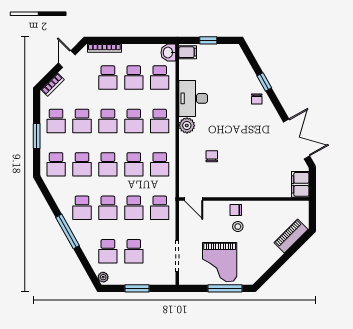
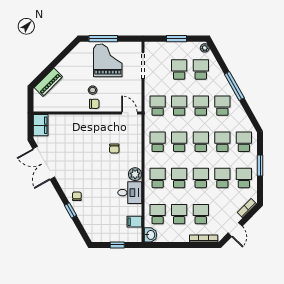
filing cabinet: (188, 52) -> (134, 222), moved
desk: (193, 98) -> (130, 193), width x0.73

